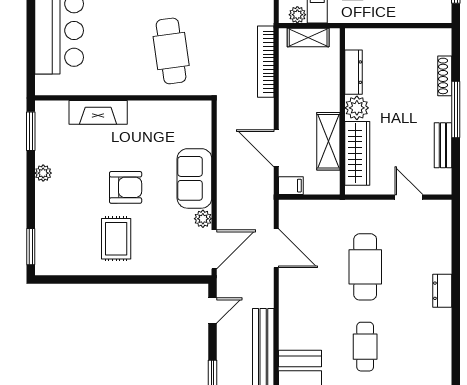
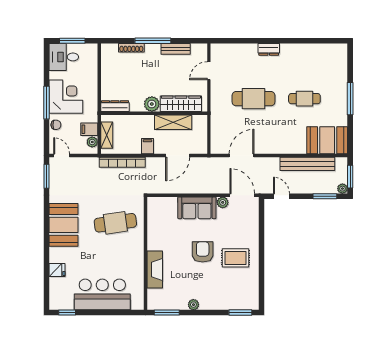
dresser: (354, 72) -> (115, 106), moved
filing cabinet: (291, 186) -> (147, 146), moved

